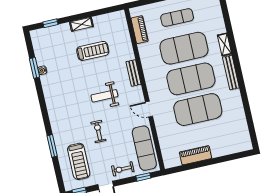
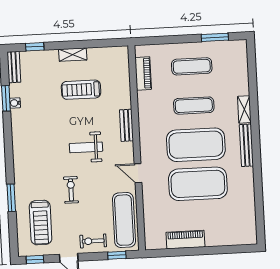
bench: (37, 42) -> (14, 67), added
exercise mat: (184, 48) -> (194, 106), width x0.50, depth x0.69
treadmill: (93, 51) -> (81, 90), turned 180

